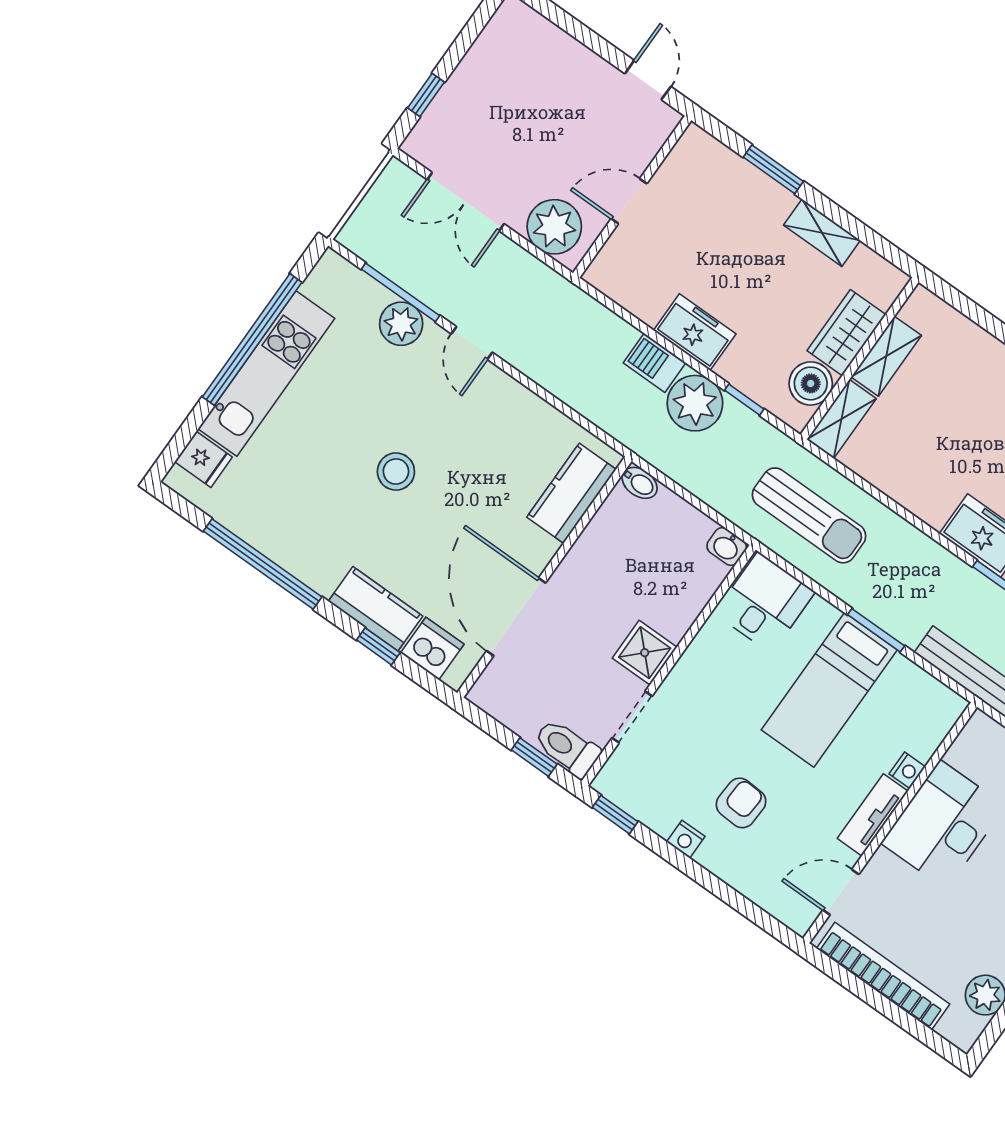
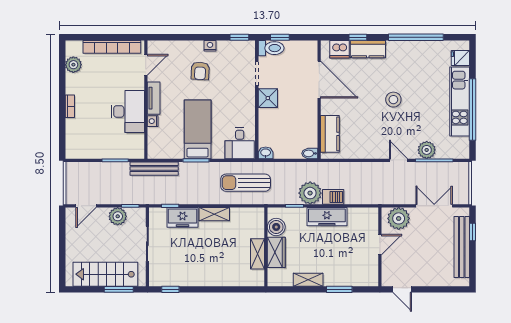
bench: (469, 80) -> (462, 247), added
freezer: (695, 332) -> (327, 217), width x1.40
shelving: (841, 419) -> (214, 214), moved, turned 90

